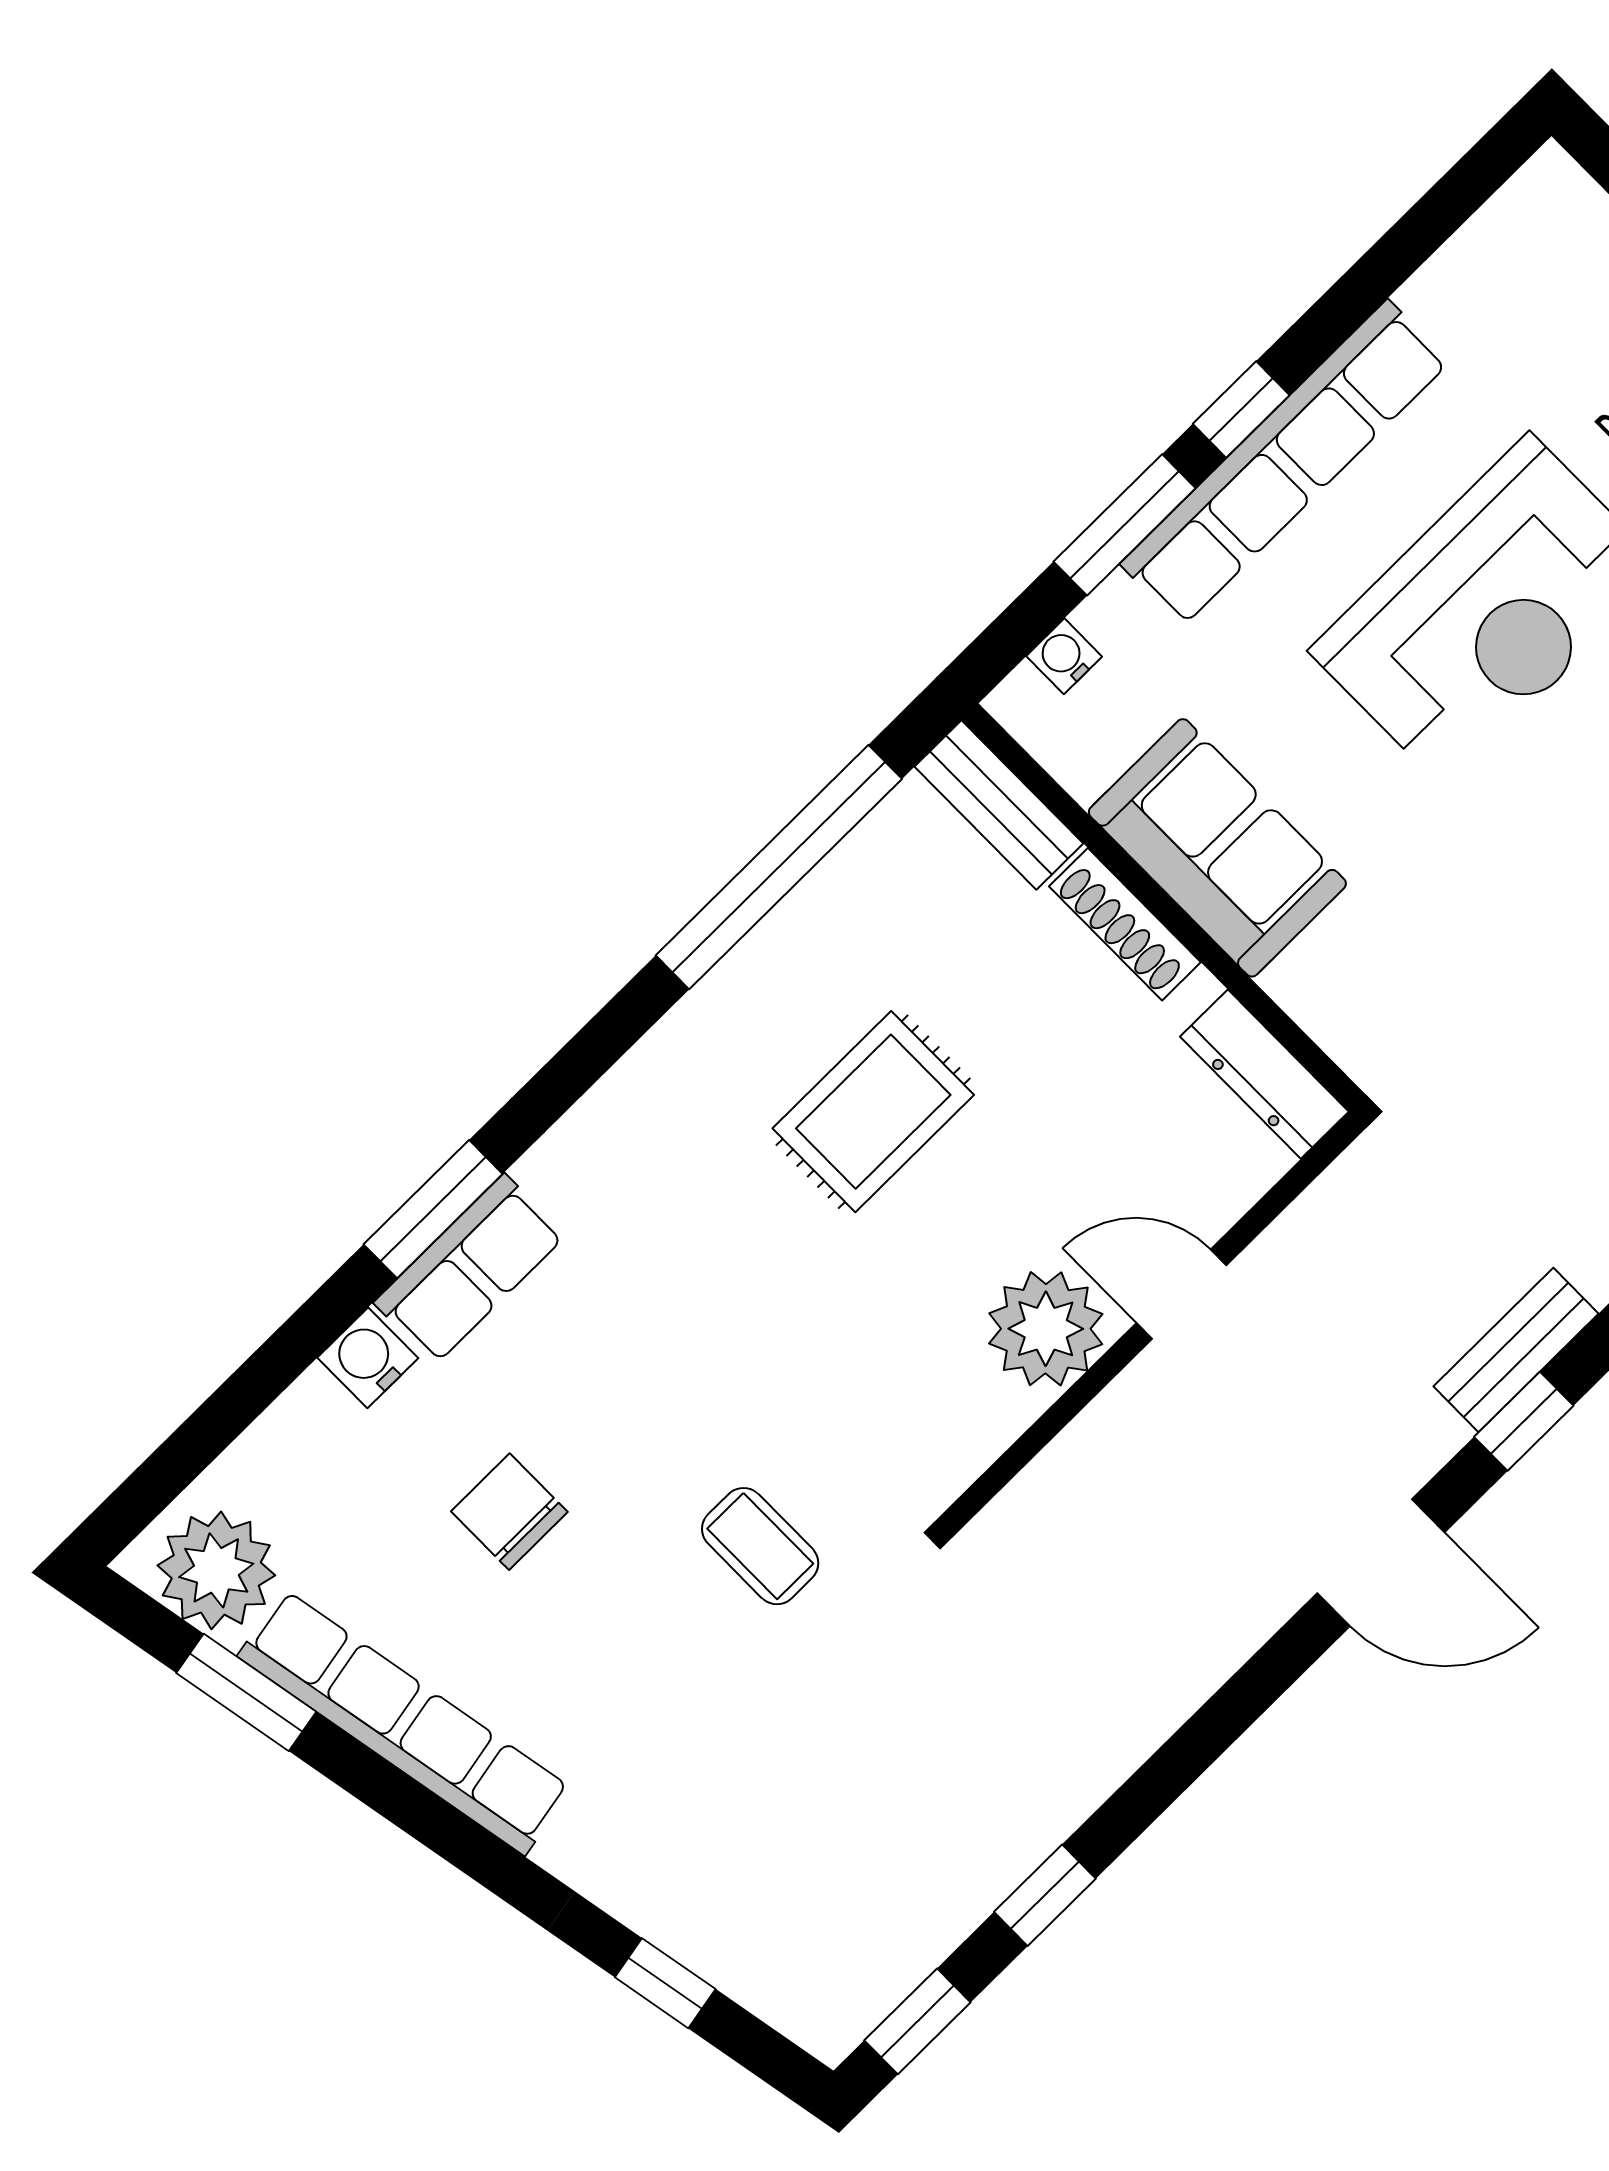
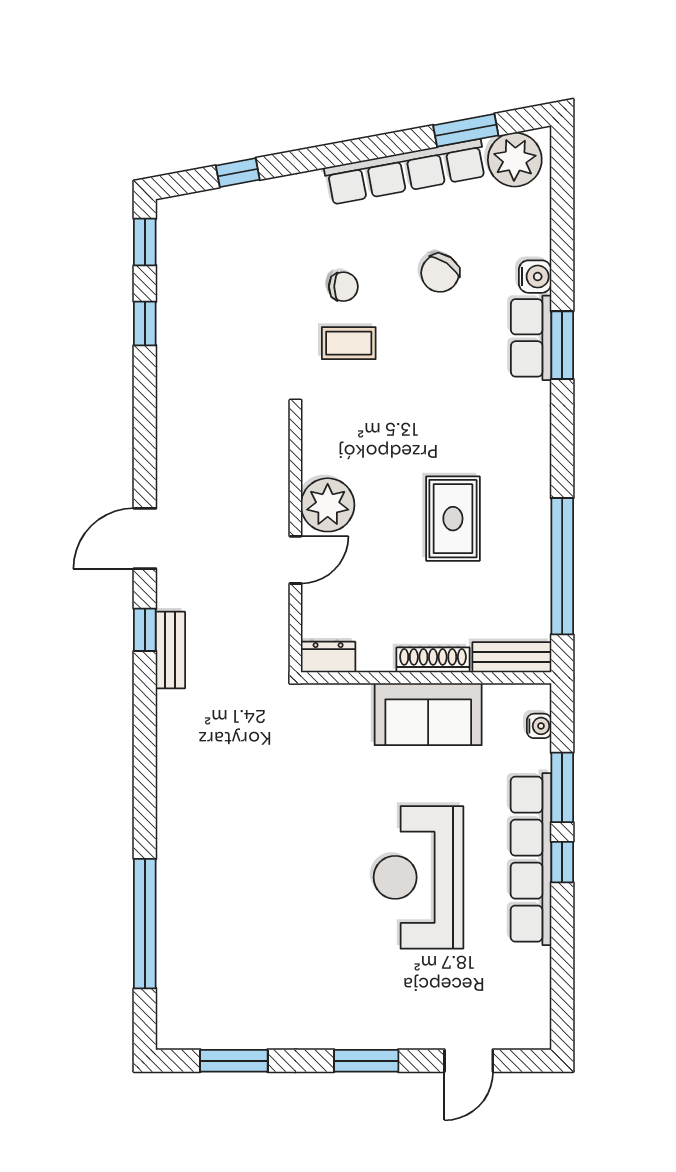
dresser: (1264, 1074) -> (328, 657), width x0.70
chair: (509, 1512) -> (440, 273), turned 125
chair: (680, 1642) -> (343, 287), added

